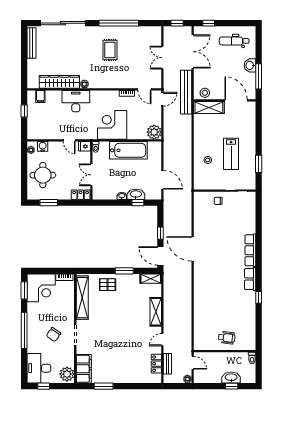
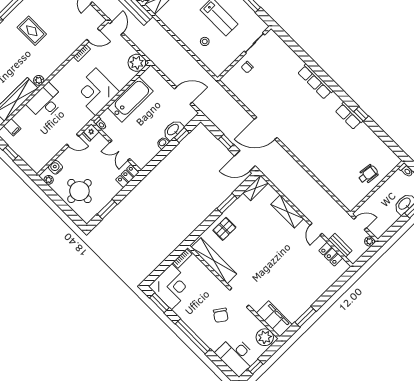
row of seats: (250, 279) -> (349, 116), moved

